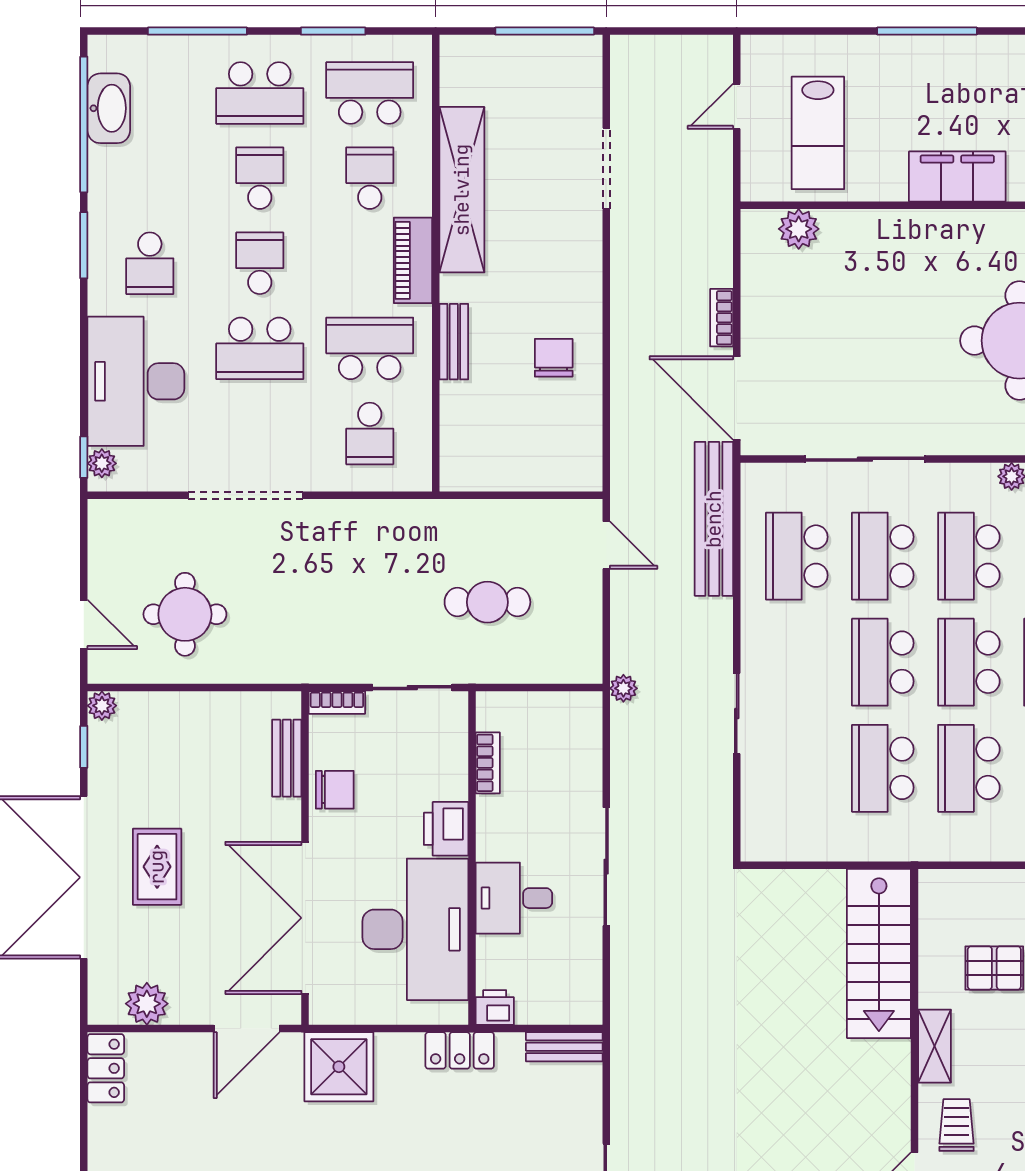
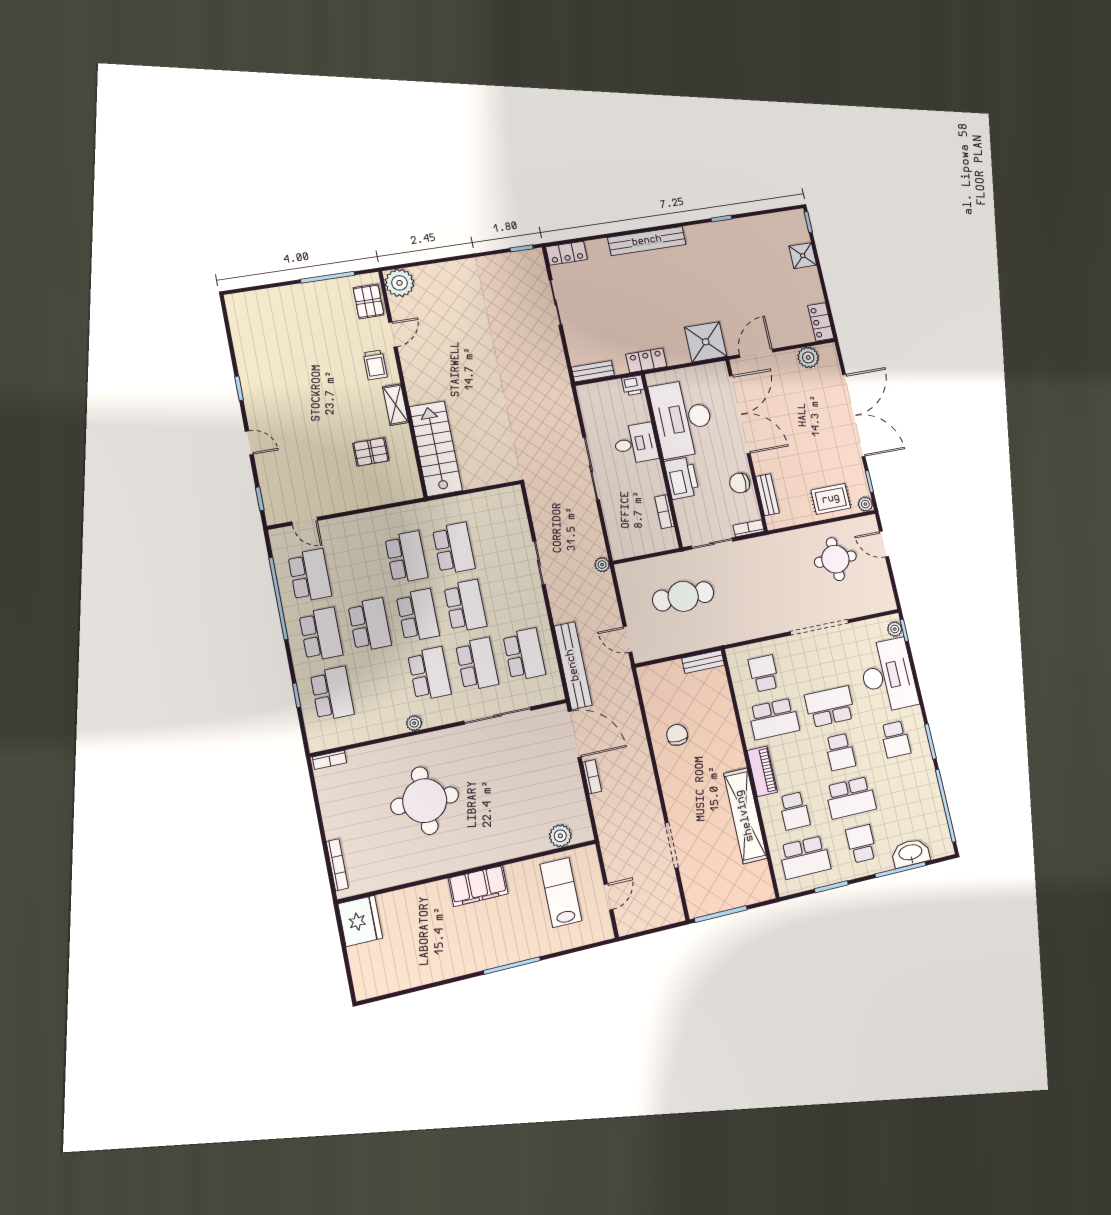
school desk: (260, 93) -> (861, 844), width x0.54
washbasin: (109, 108) -> (911, 853), moved, turned 90
school desk: (260, 178) -> (851, 798), width x1.85
school desk: (150, 263) -> (896, 739), turned 180
bench: (454, 342) -> (703, 662), moved, turned 90
chair: (554, 358) -> (677, 735), turned 180
cafe table: (487, 602) -> (683, 596), width x1.37, depth x1.35
printer: (446, 829) -> (682, 478), width x1.37, depth x1.19
rug: (157, 867) -> (831, 499), moved, turned 90

